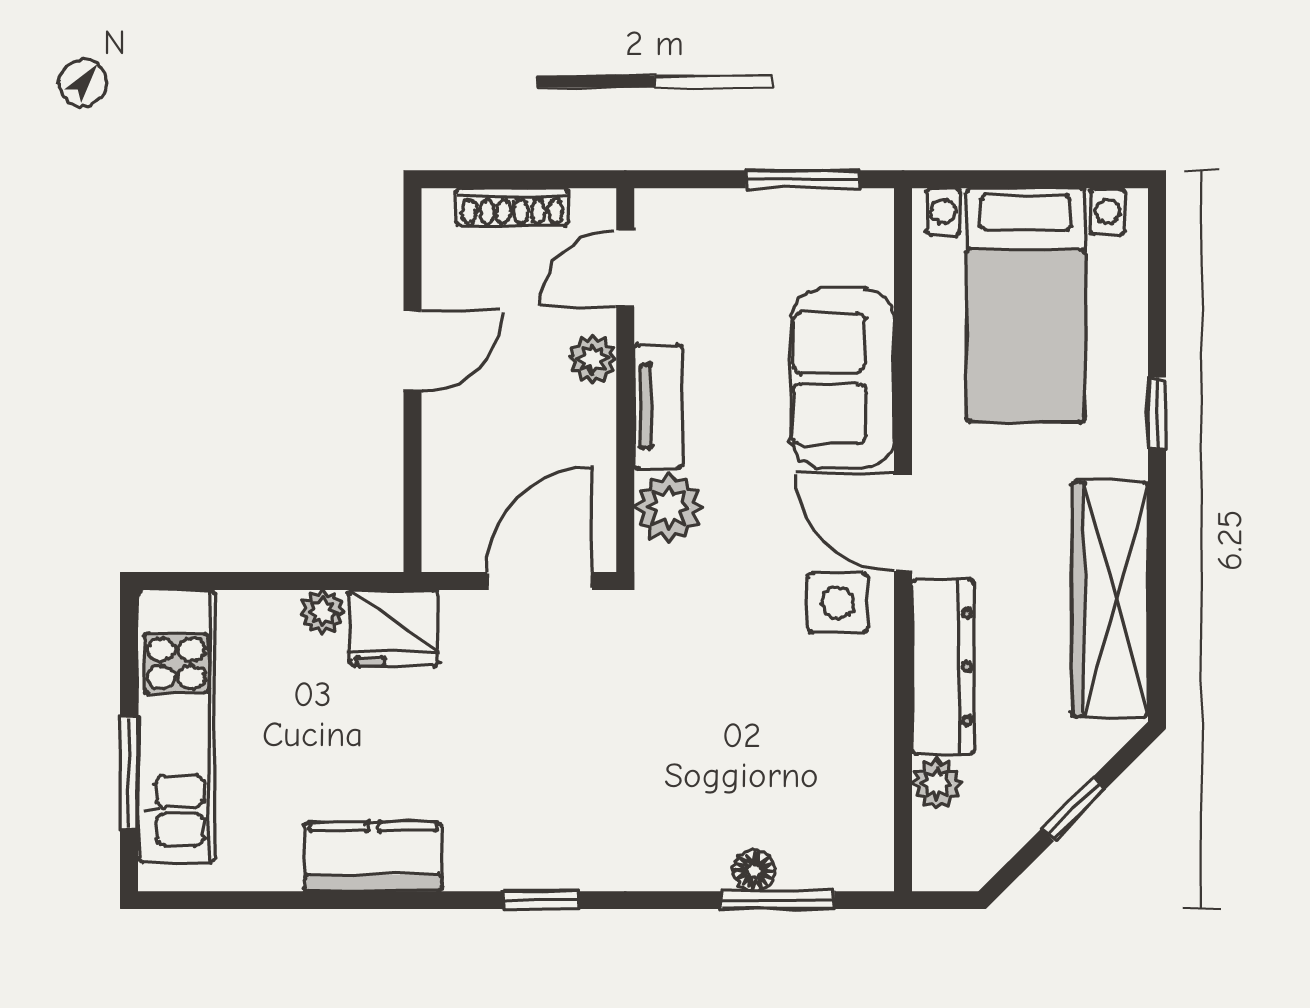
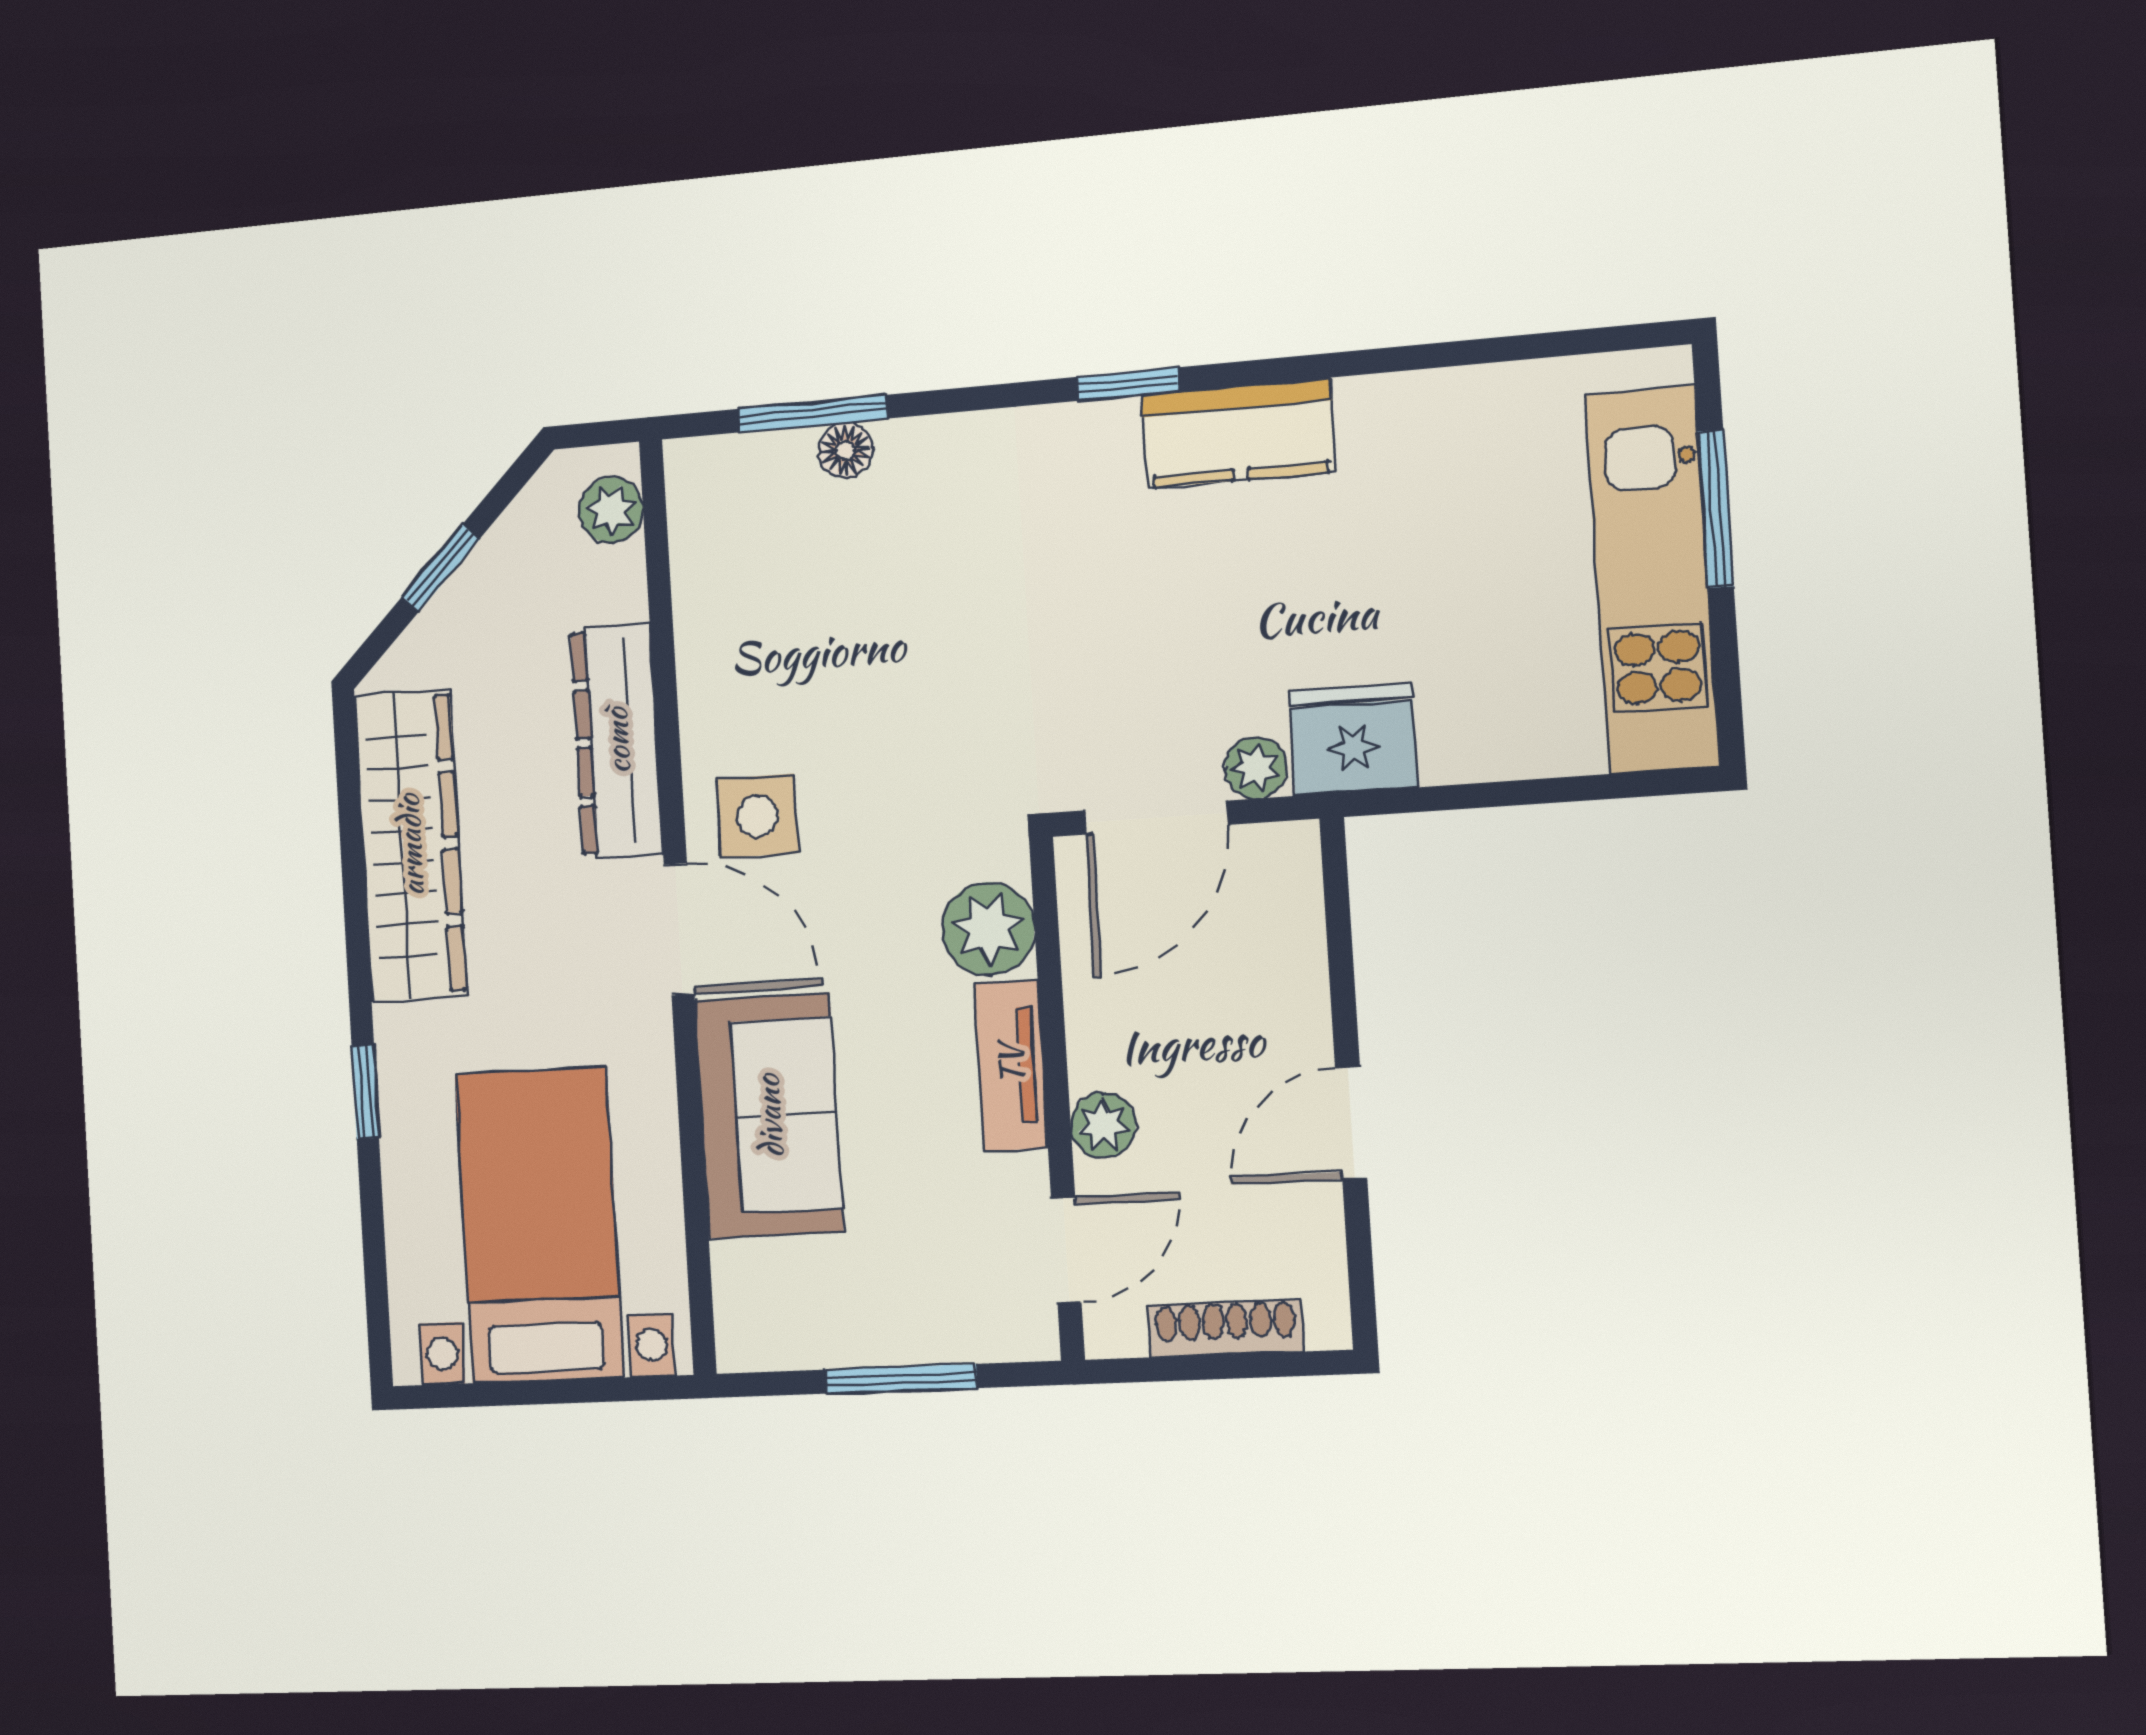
window: (803, 179) -> (901, 1379), moved
plant: (322, 612) -> (1256, 768), moved
plant: (937, 784) -> (611, 510), moved
kitchen counter: (373, 857) -> (1238, 433), moved

